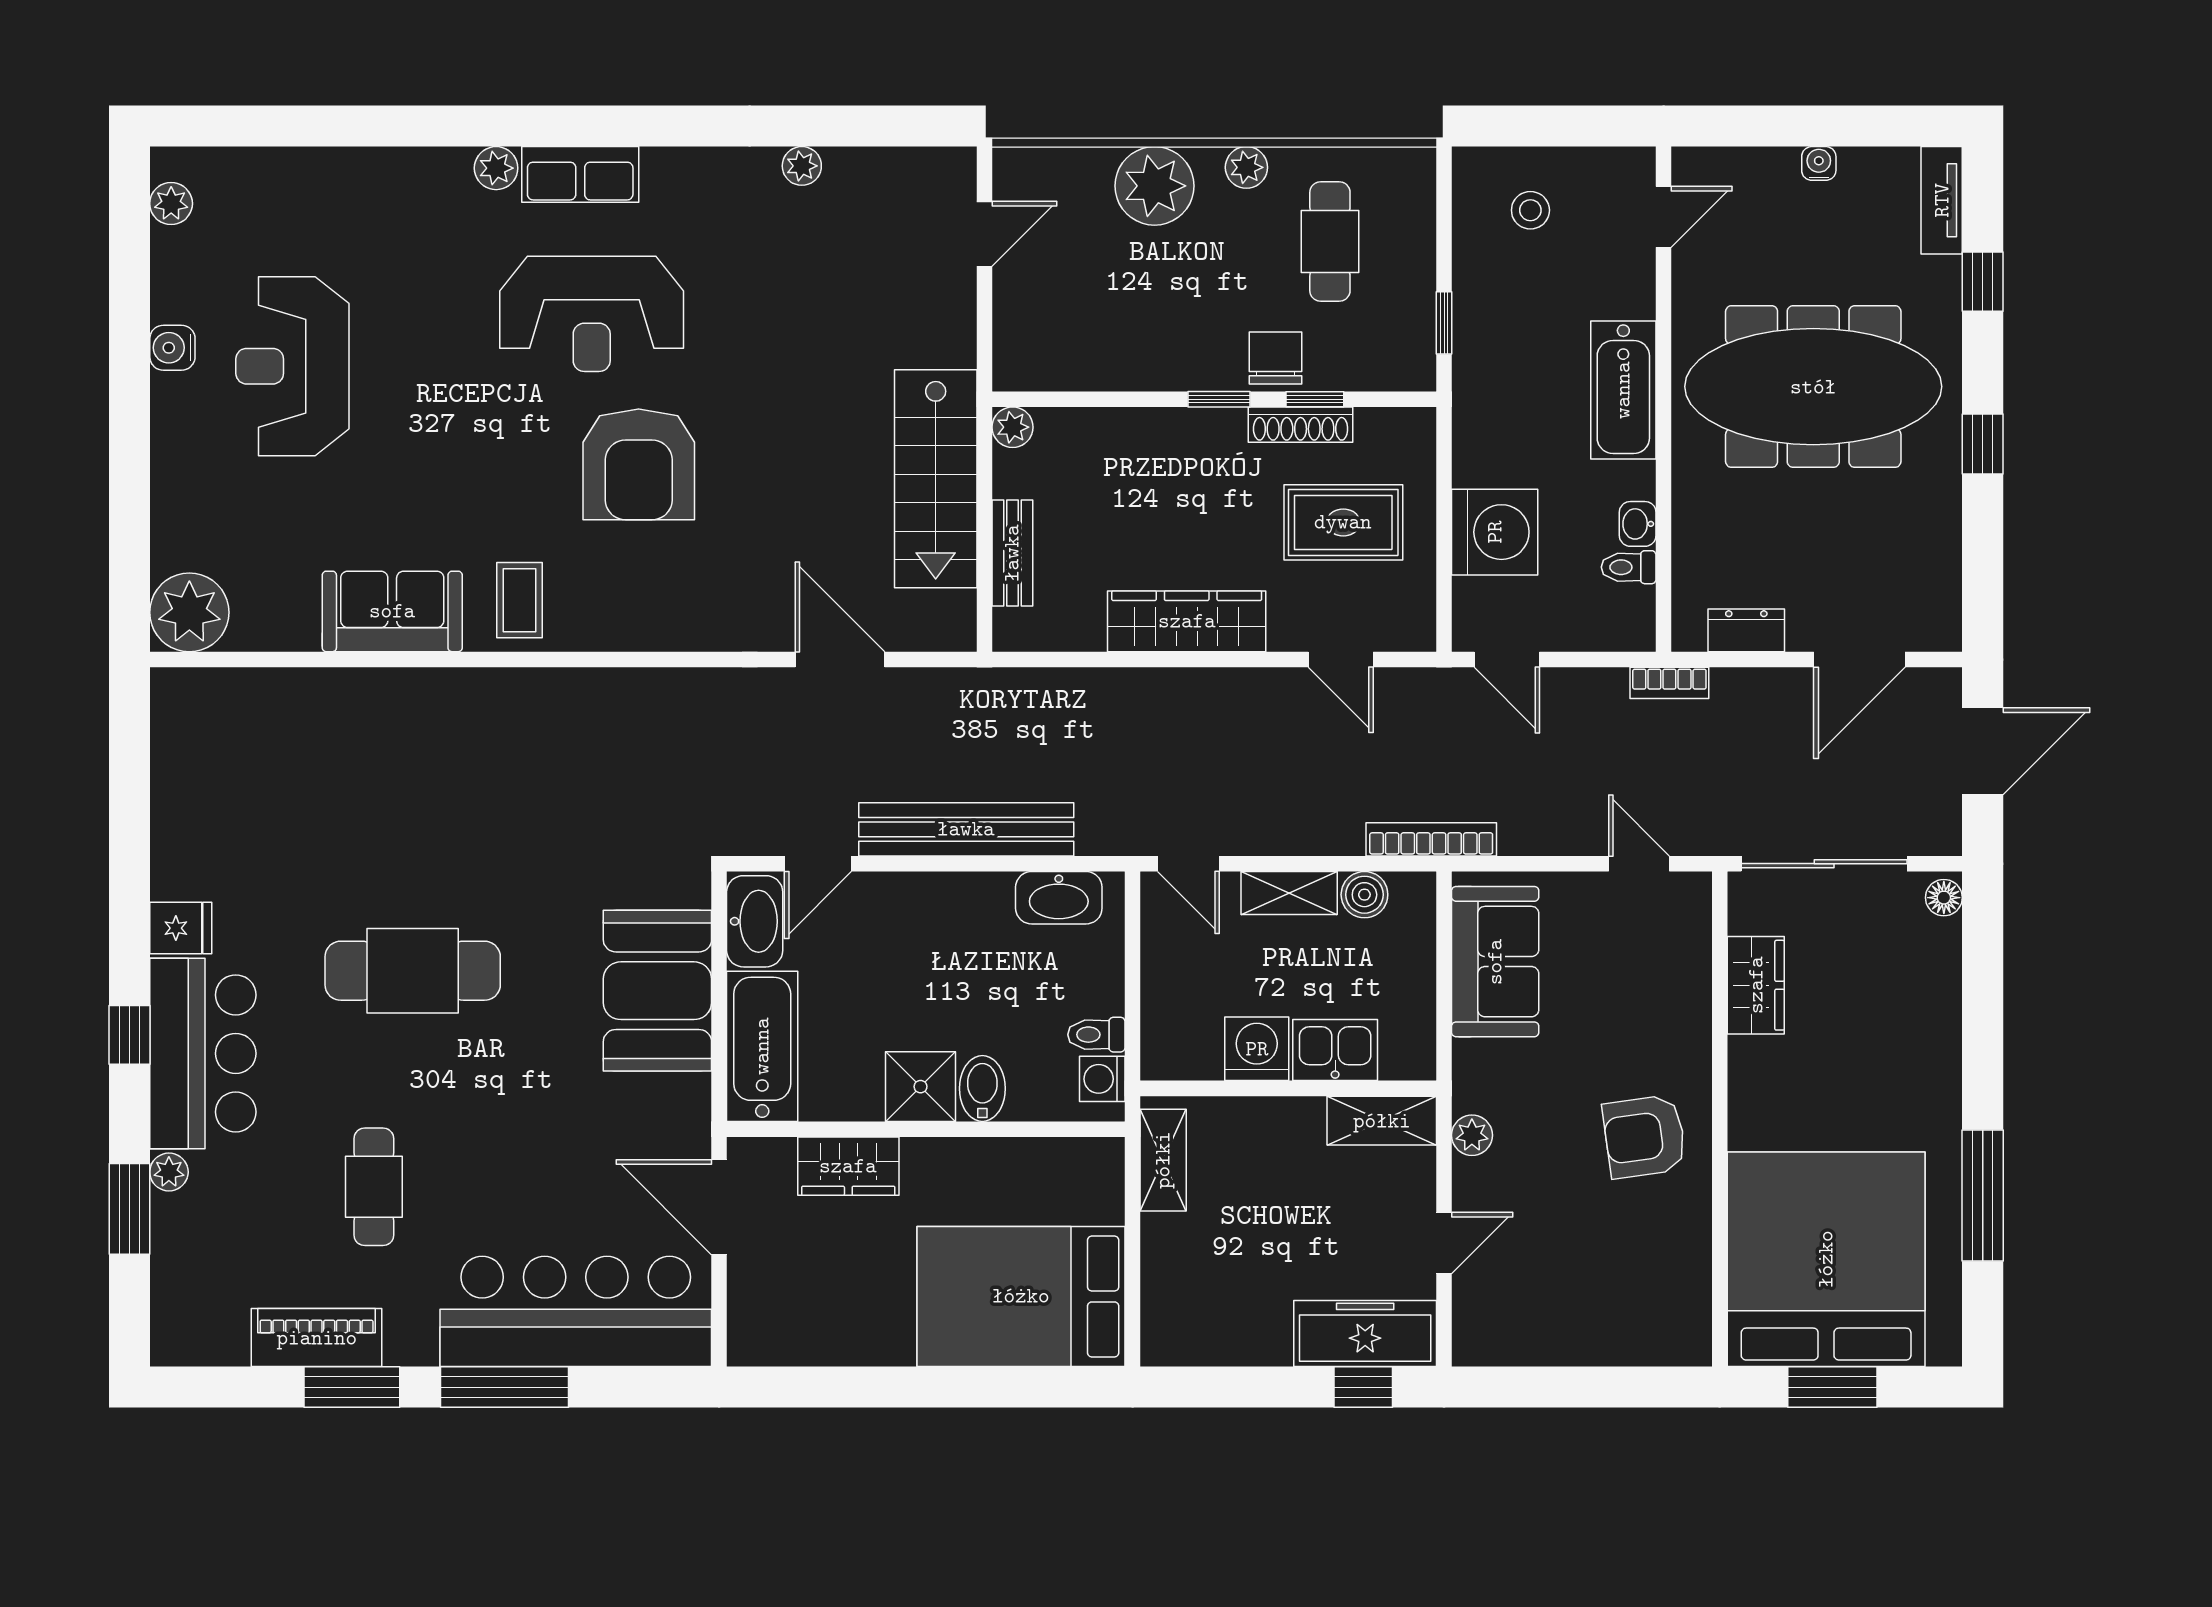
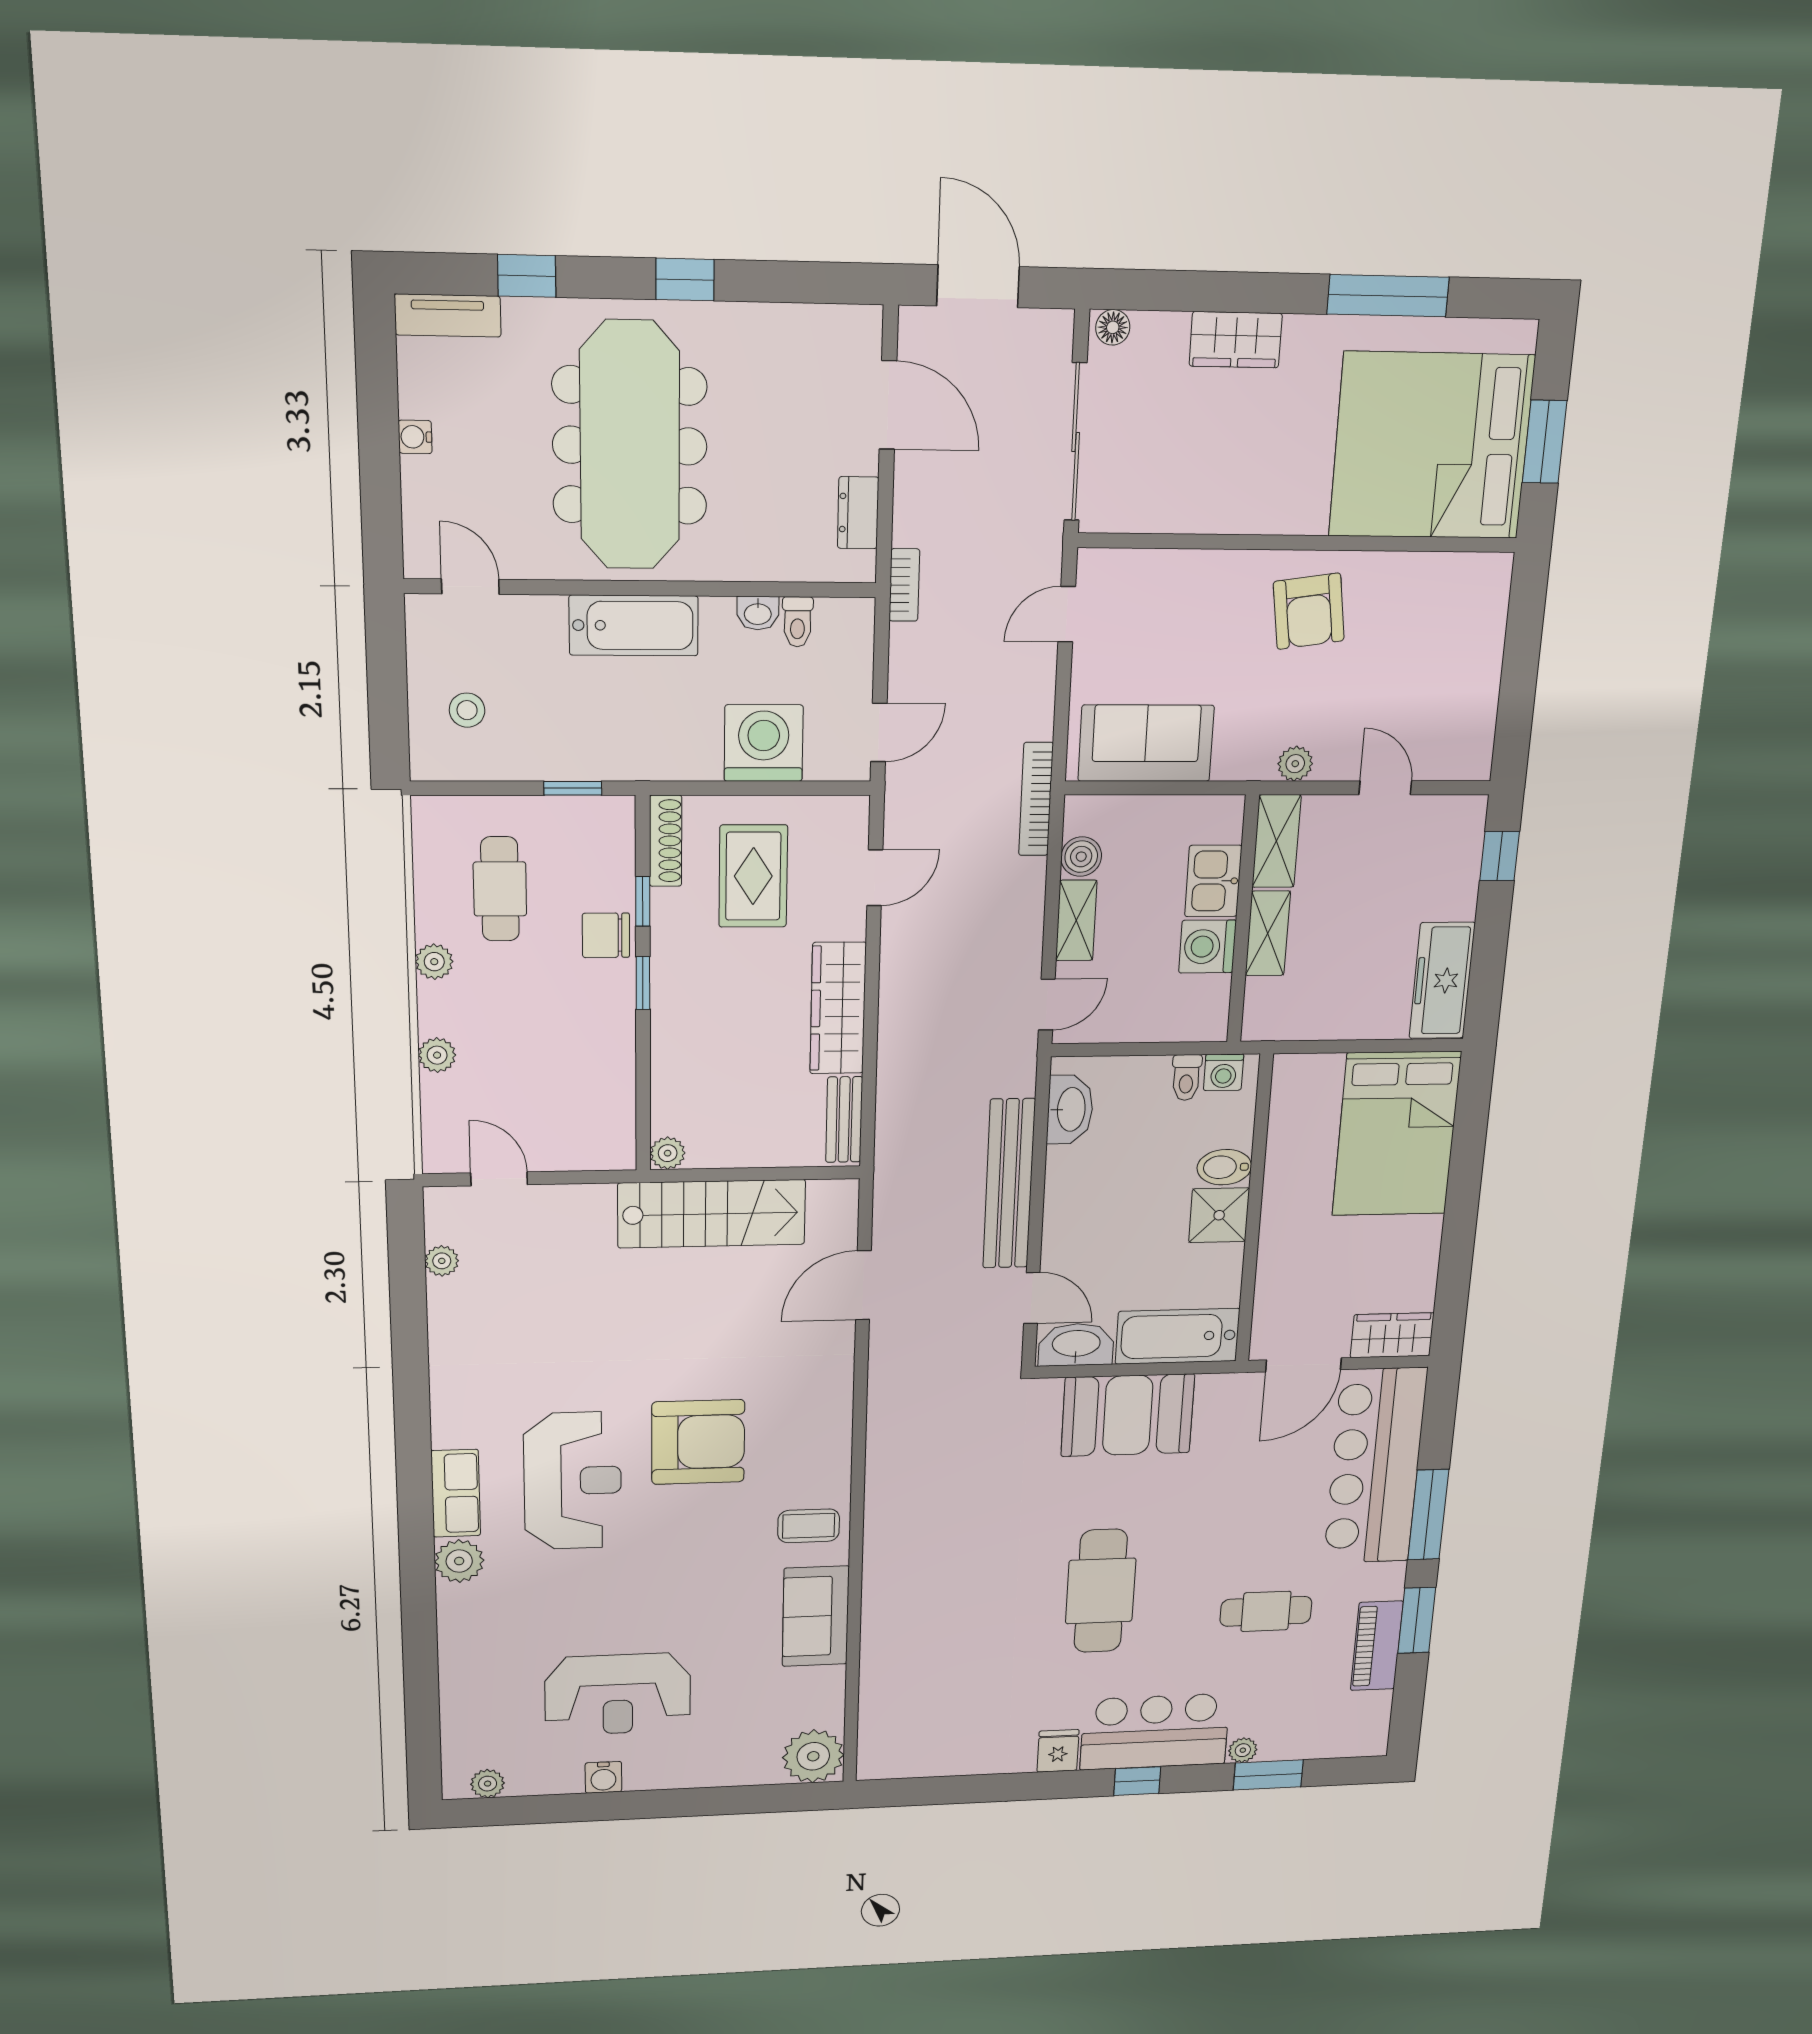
plant: (802, 166) -> (442, 1261), moved
plant: (496, 168) -> (459, 1561), width x1.38, depth x1.38
plant: (1154, 186) -> (437, 1055), width x0.53, depth x0.53
cafe table: (1330, 242) -> (500, 889), turned 90
shoe rack: (1301, 425) -> (666, 841), moved
bench: (1012, 553) -> (844, 1120), moved, turned 90
wardrobe: (1756, 985) -> (1236, 340), moved, turned 180
shelving: (1163, 1160) -> (1268, 933), moved, turned 90
wardrobe: (848, 1166) -> (1392, 1335), moved, turned -90
freezer: (1365, 1334) -> (1442, 981), moved

